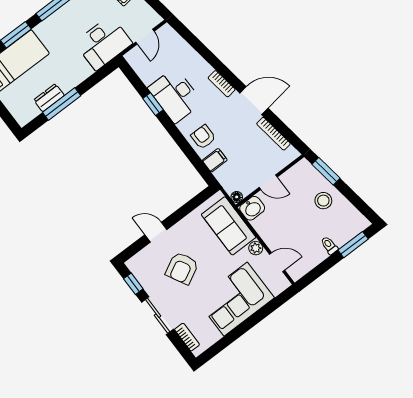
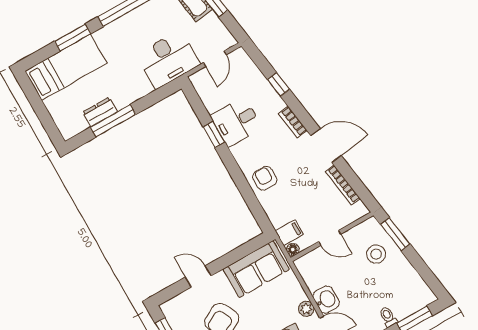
window: (204, 52) -> (278, 84), added
desk: (175, 95) -> (236, 122), width x0.73
filing cabinet: (215, 160) -> (289, 233), moved
stool: (323, 201) -> (376, 254), moved
washbasin: (252, 208) -> (326, 300), moved, turned -90
sofa: (229, 226) -> (256, 269), moved, turned -90

